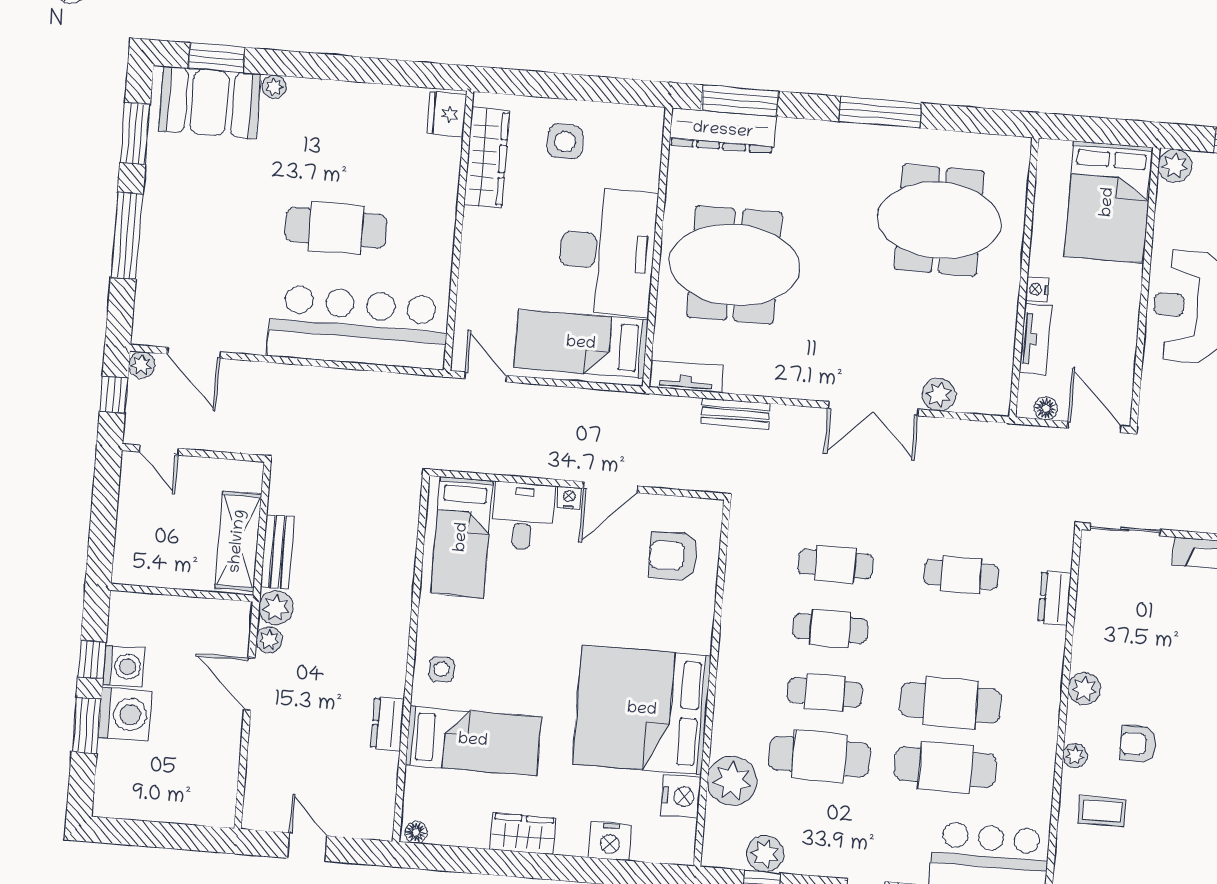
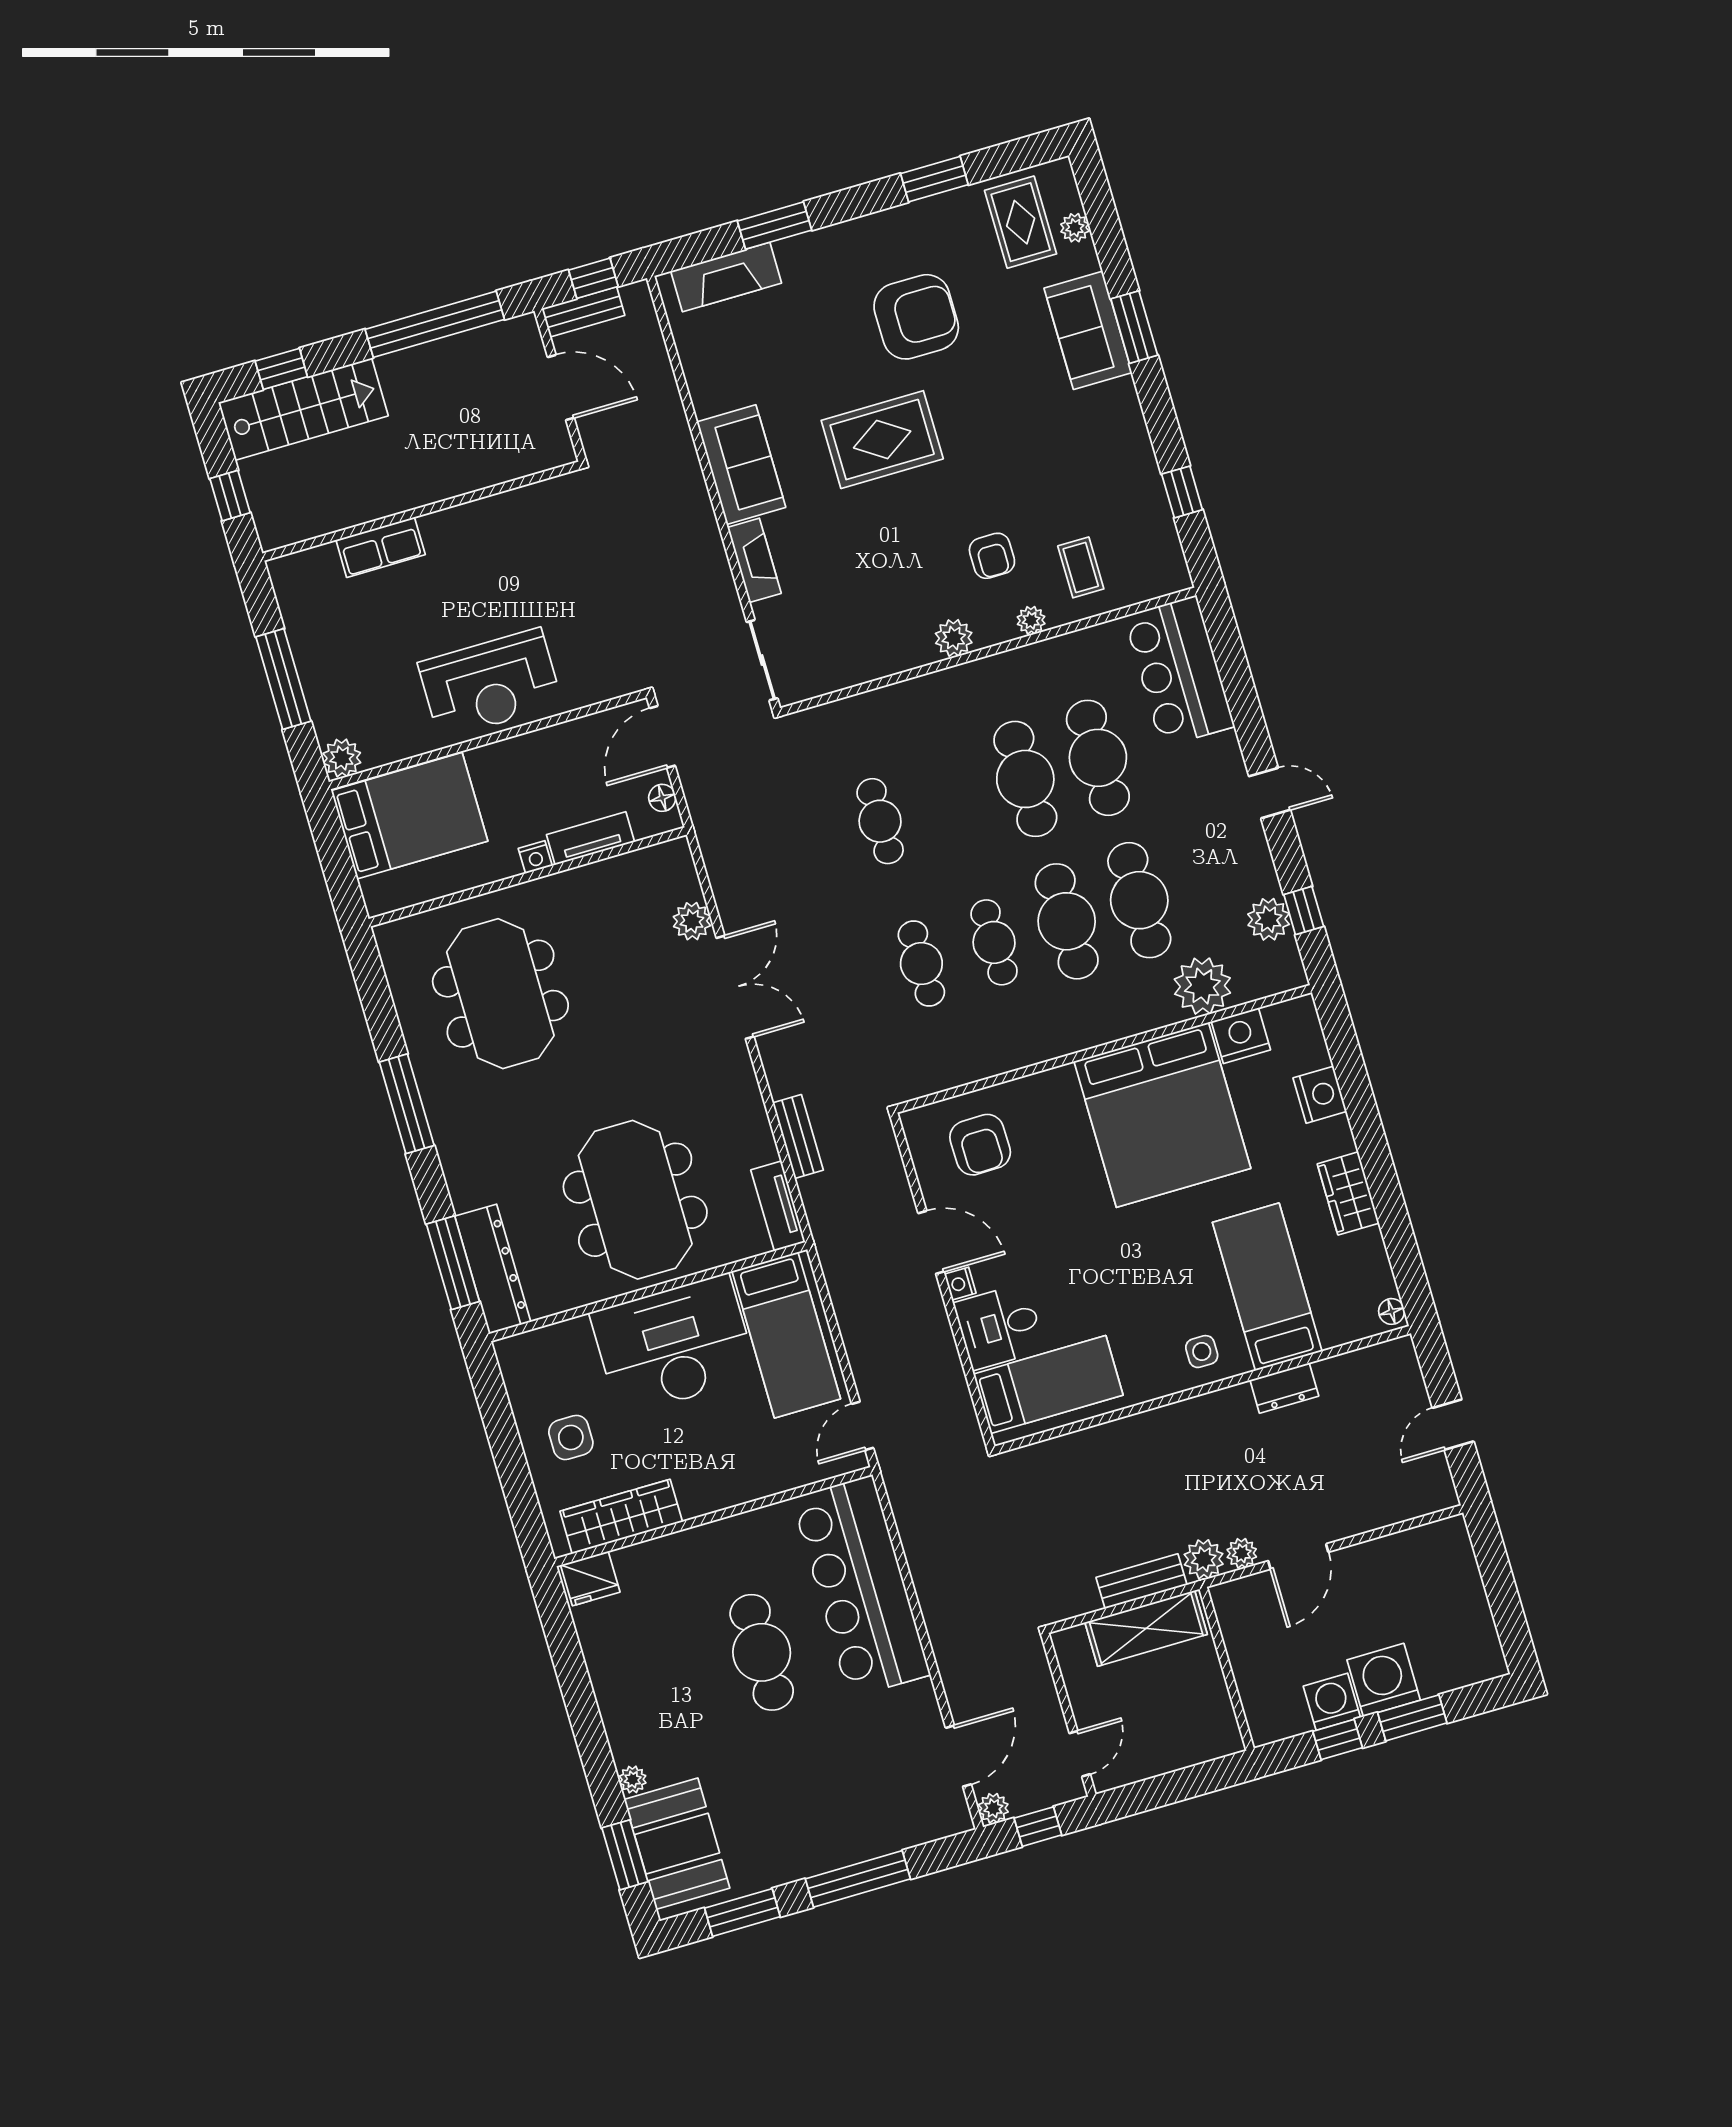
dresser: (1055, 598) -> (866, 709), removed
cafe table: (825, 693) -> (1067, 921), width x1.37, depth x1.35

